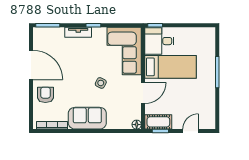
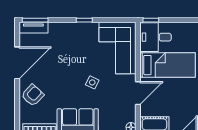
tv unit: (78, 32) -> (33, 28), moved
door: (31, 65) -> (17, 63), hinge flipped
armchair: (45, 95) -> (33, 95), turned 43

